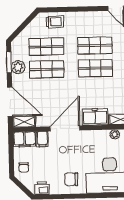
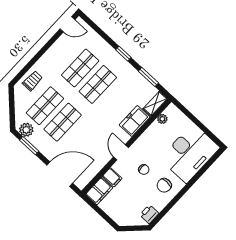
plant: (18, 67) -> (26, 130), moved
shelving: (24, 122) -> (86, 178), removed
door: (65, 128) -> (121, 152), width x0.53
chair: (24, 167) -> (144, 169), moved

